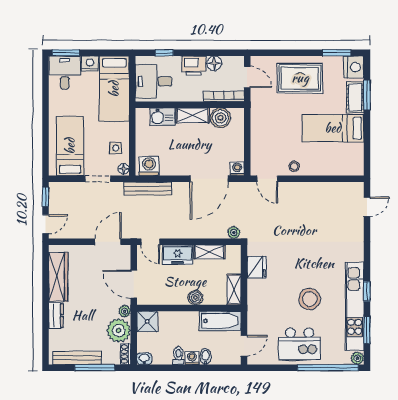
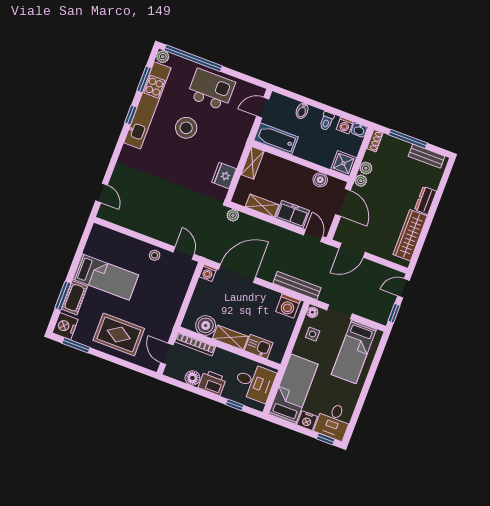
window: (66, 53) -> (326, 439), width x0.67
door: (367, 207) -> (101, 193), swing flipped
boiler: (195, 297) -> (320, 180), moved
plant: (119, 330) -> (366, 168), width x0.53, depth x0.53
bench: (77, 358) -> (427, 156), width x0.73
washing machine: (192, 358) -> (345, 125), moved

